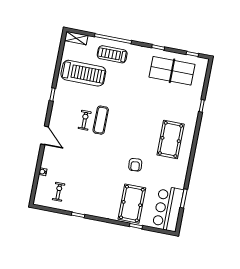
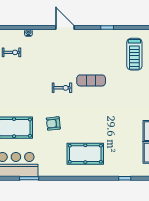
treadmill: (83, 73) -> (134, 54), width x0.73, depth x0.73
exercise bike: (85, 120) -> (62, 88), moved
door: (45, 135) -> (65, 28), swing flipped

